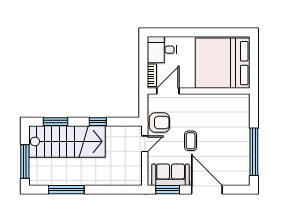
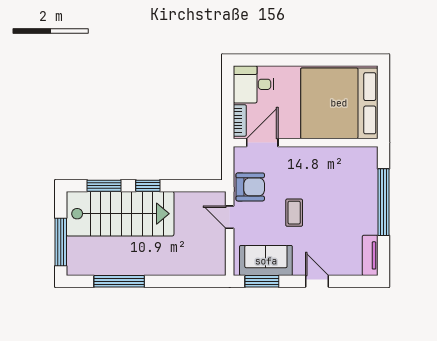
window: (98, 122) -> (148, 186), moved
door: (145, 144) -> (230, 217), swing flipped
window: (254, 152) -> (383, 202), moved
tv unit: (245, 171) -> (370, 255), added
door: (207, 190) -> (317, 281), width x0.53

